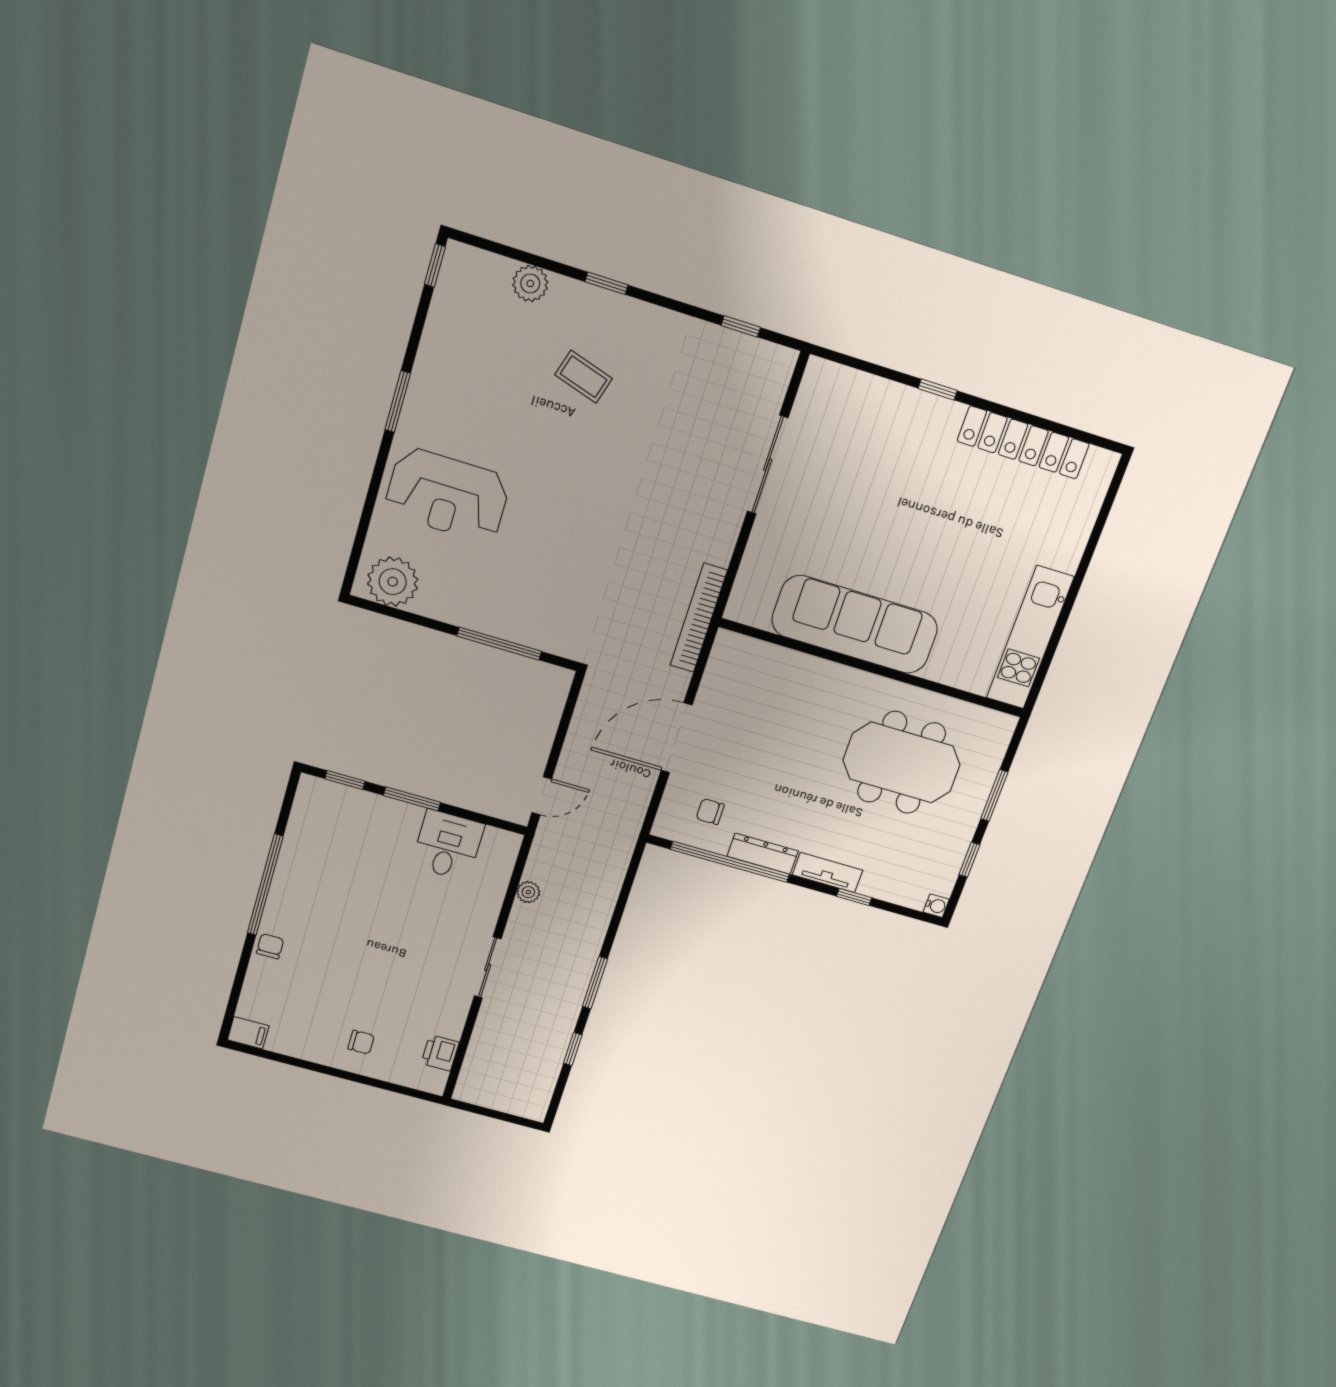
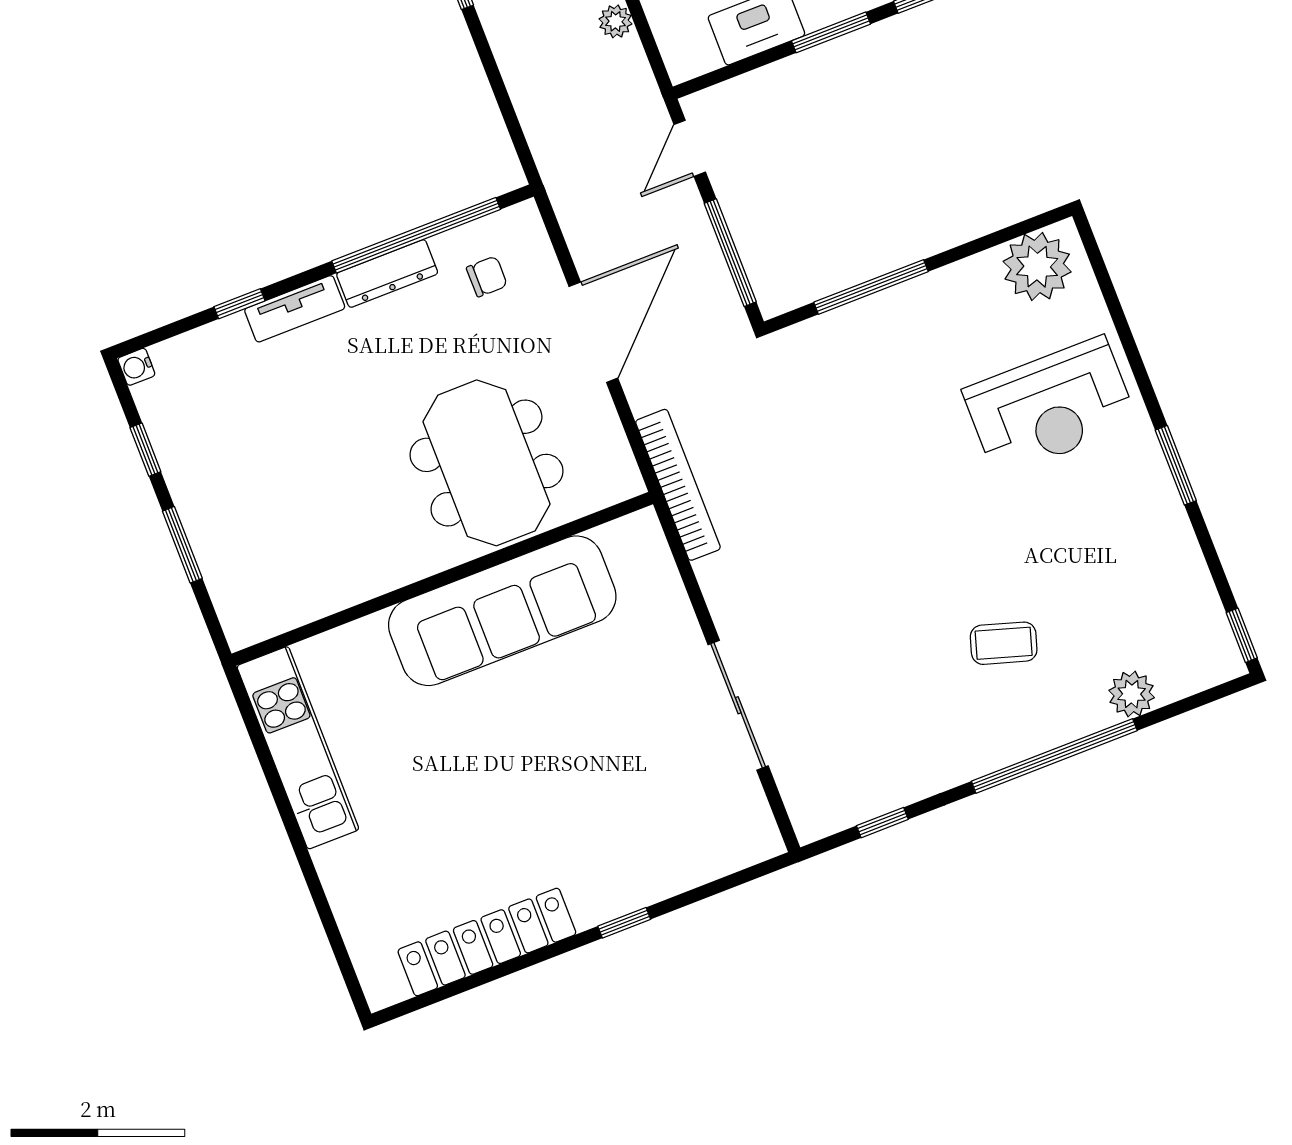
window: (607, 283) -> (1054, 756), width x3.17
reception desk: (447, 495) -> (1050, 407), turned 180
window: (565, 723) -> (730, 253), added
meeting table: (901, 763) -> (486, 463), moved, turned 90

